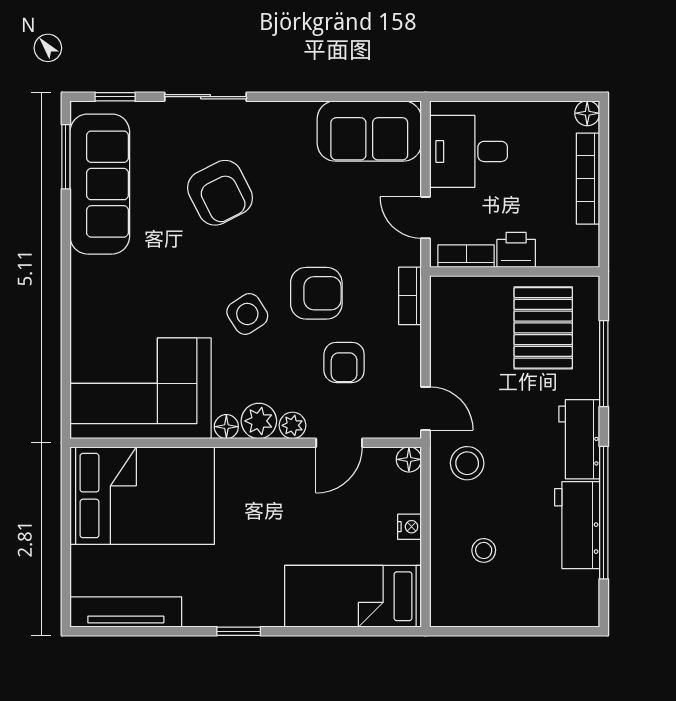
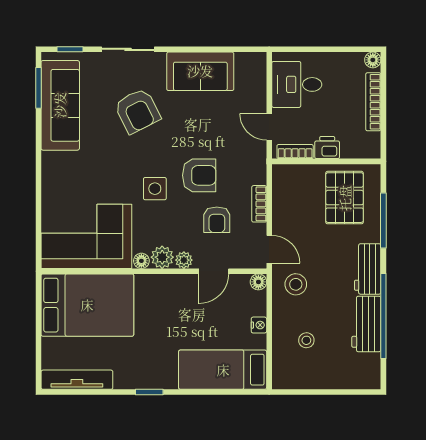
sofa: (369, 131) -> (200, 71), moved
bookcase: (410, 296) -> (259, 204), moved
side table: (247, 314) -> (155, 189), turned 33

